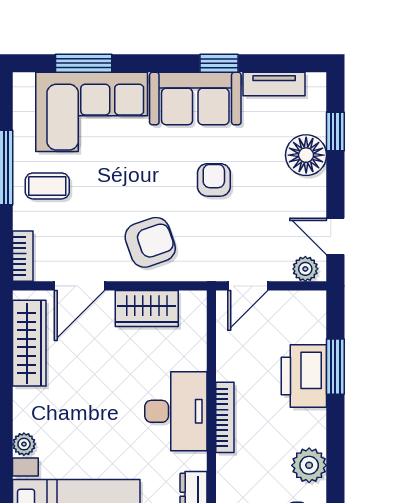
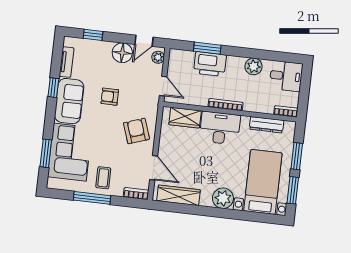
floor lamp: (306, 155) -> (122, 53), moved
wardrobe: (147, 309) -> (185, 118), moved, turned 90
plant: (24, 444) -> (223, 198), width x1.88, depth x1.88

